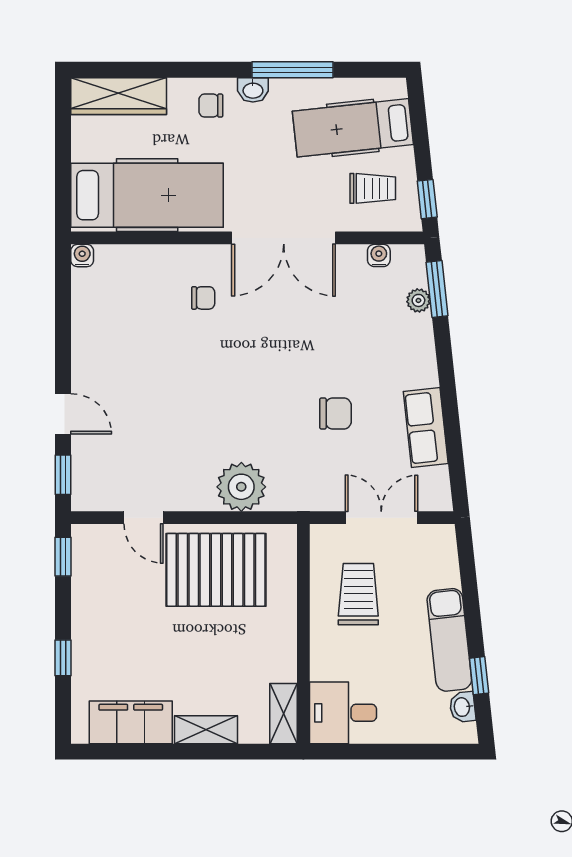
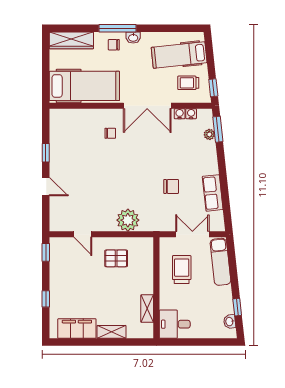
window: (292, 70) -> (118, 28), moved
trolley: (373, 188) -> (188, 83), turned 180
water cooler: (82, 256) -> (180, 114), moved
window: (63, 475) -> (46, 153), moved
pallet: (216, 570) -> (116, 258), width x0.49, depth x0.50
exam couch: (449, 640) -> (220, 262), moved
shelving: (284, 714) -> (147, 309), moved

